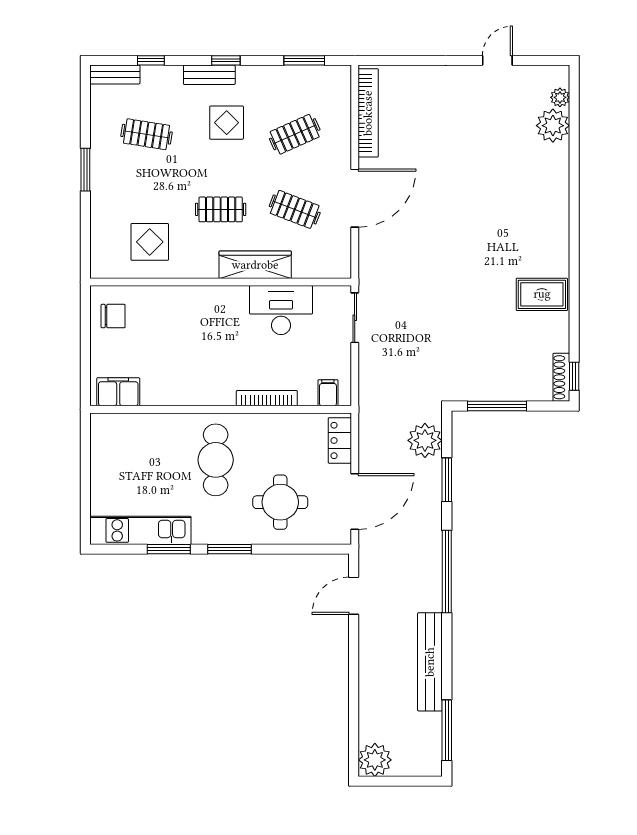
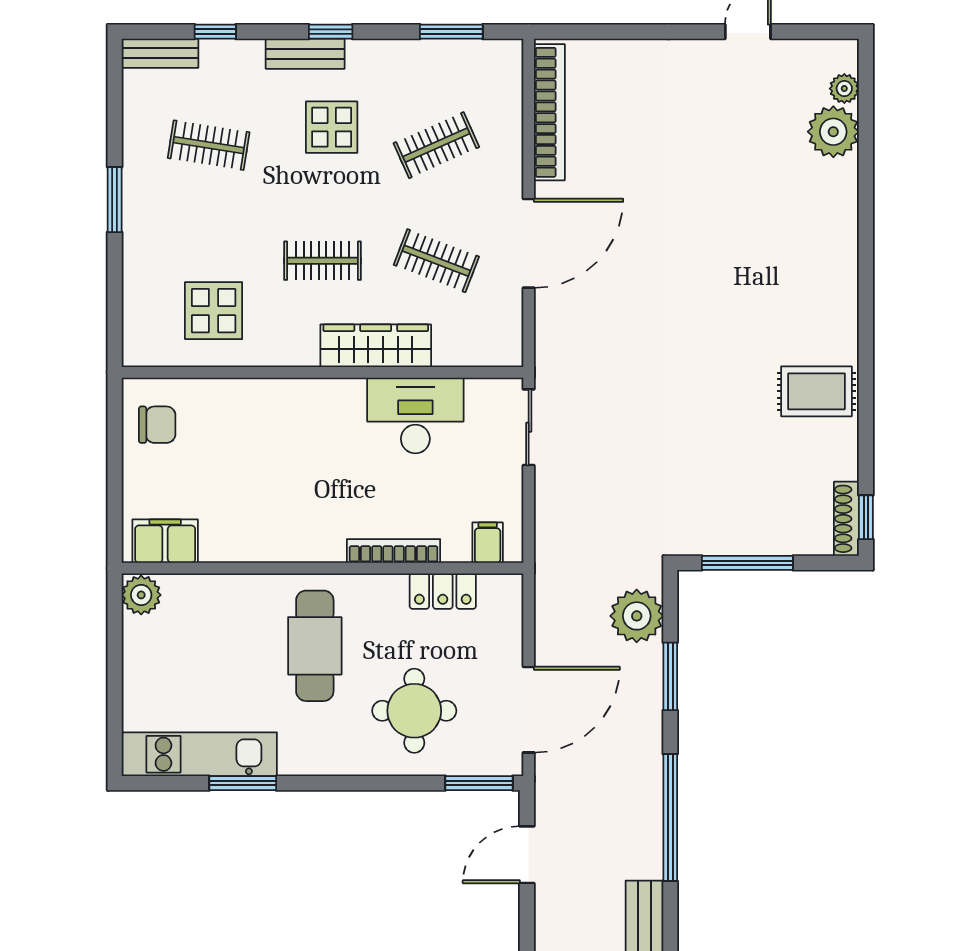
plant: (103, 427) -> (141, 595), added
locker: (340, 440) -> (443, 591), moved, turned -90
window: (229, 549) -> (479, 783), moved

